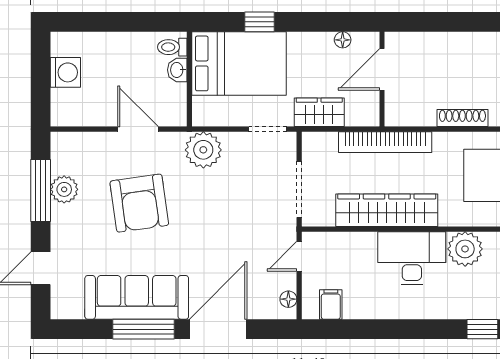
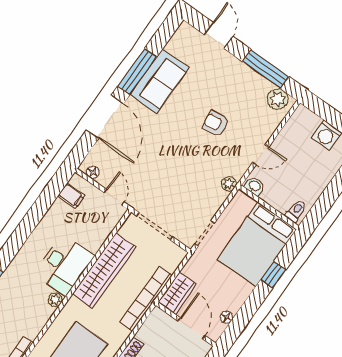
washbasin: (177, 70) -> (255, 186), moved
wardrobe: (319, 112) -> (177, 293), moved
door: (138, 129) -> (261, 155), width x0.73
plant: (203, 150) -> (229, 184), width x0.53, depth x0.53
plant: (64, 189) -> (278, 99), moved
armchair: (139, 203) -> (215, 123), width x0.53, depth x0.53
plant: (465, 249) -> (55, 300), width x0.53, depth x0.53
sofa: (137, 297) -> (159, 81), width x0.73

